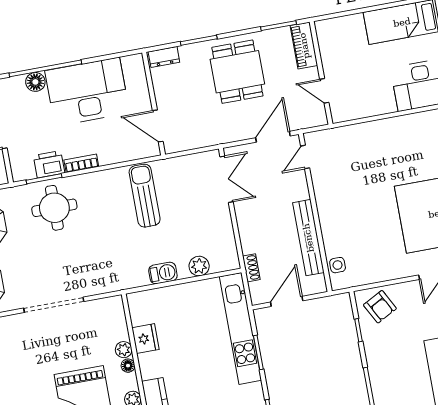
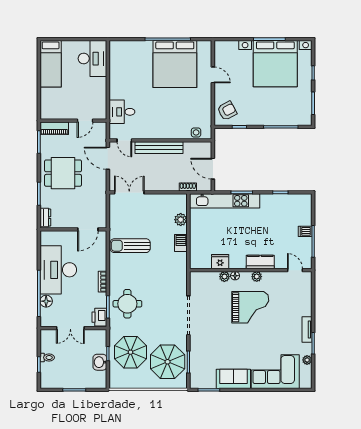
desk: (348, 145) -> (122, 112), added
printer: (49, 164) -> (99, 317), moved
bench: (308, 238) -> (159, 148), moved

